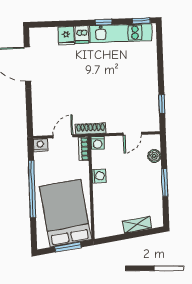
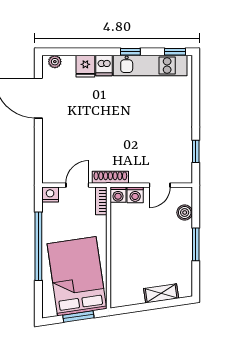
plant: (40, 33) -> (55, 62), added
washing machine: (99, 176) -> (135, 195), moved, turned 90

